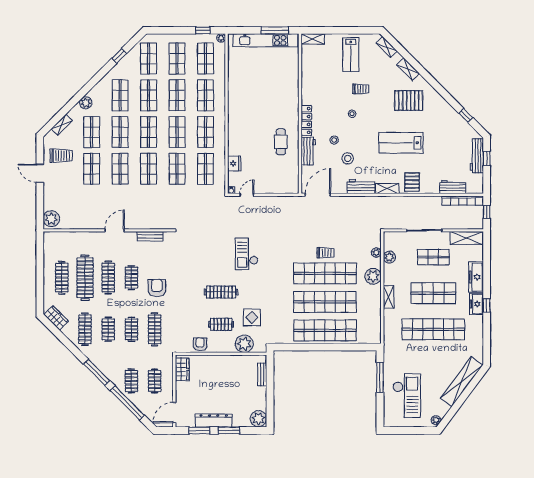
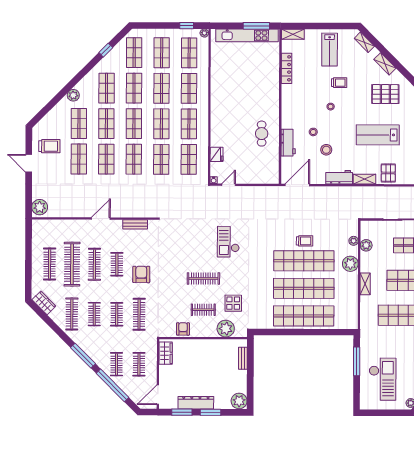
locker: (306, 120) -> (287, 68), moved
shelving: (62, 125) -> (50, 116), removed

